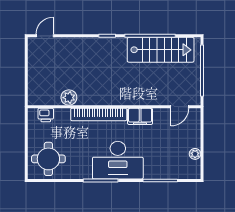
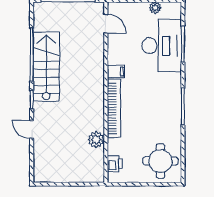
door: (45, 36) -> (32, 129), moved
stairs: (161, 50) -> (46, 67), moved
filing cabinet: (140, 116) -> (116, 72), width x0.50
desk: (118, 160) -> (162, 46), moved

